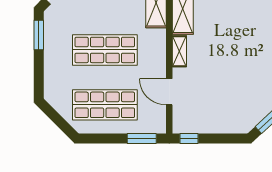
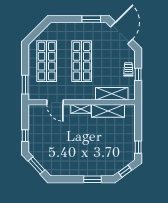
door: (169, 92) -> (55, 102), swing flipped
window: (189, 139) -> (25, 136), moved

